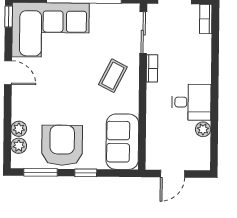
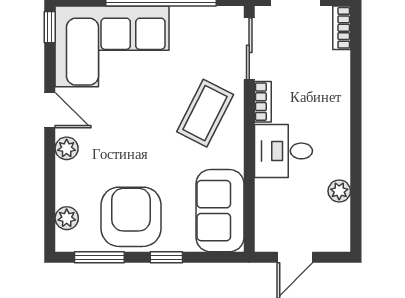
coffee table: (113, 76) -> (205, 113), width x1.36, depth x1.30
desk: (191, 102) -> (284, 151), moved, turned 180
plant: (19, 129) -> (67, 148), moved

